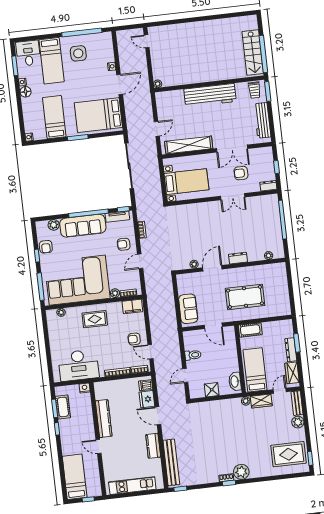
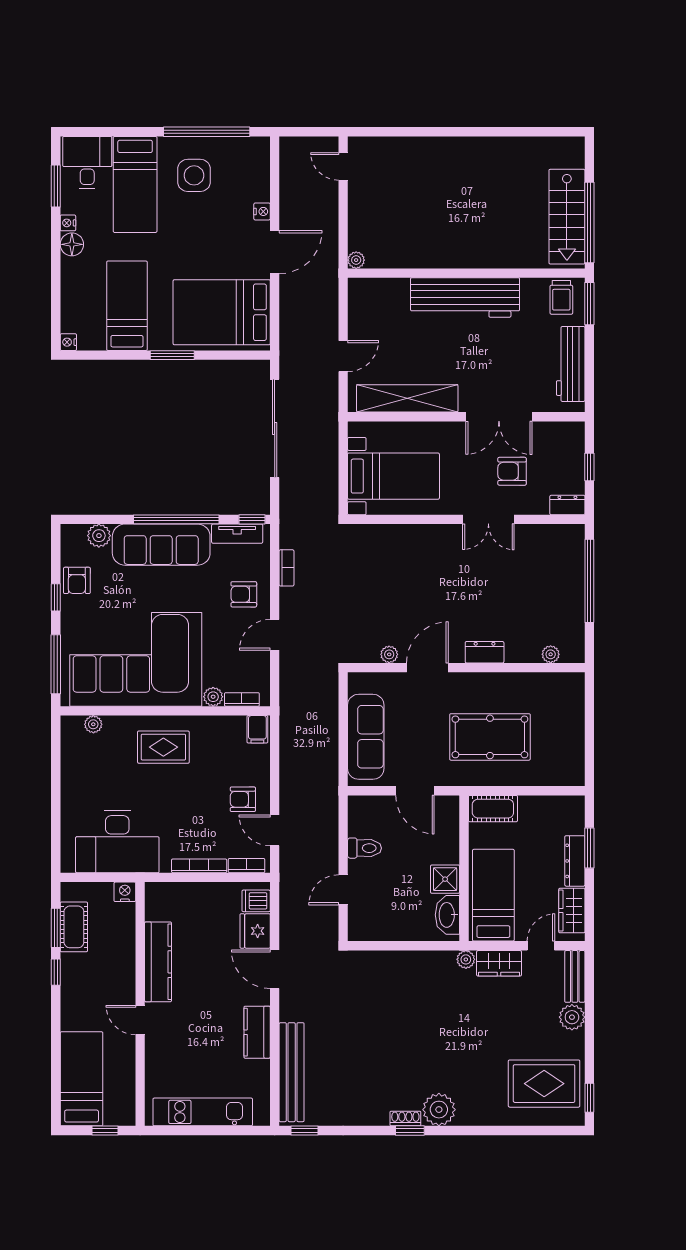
filing cabinet: (132, 306) -> (257, 729), width x0.50
sofa: (188, 309) -> (366, 737), width x1.36
shower: (212, 390) -> (445, 879), moved

